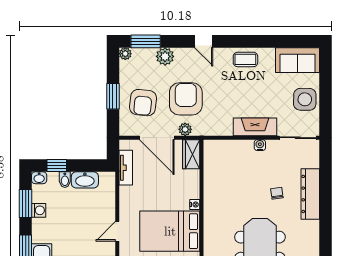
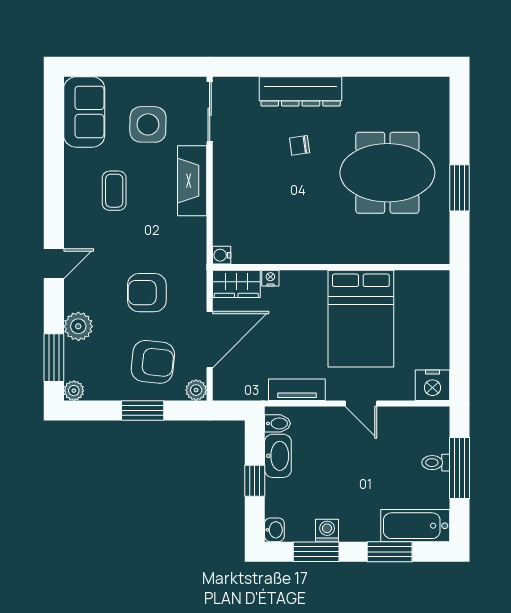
coffee table: (245, 59) -> (114, 191), moved
armchair: (186, 99) -> (147, 293), width x0.73, depth x0.73
side table: (305, 99) -> (148, 124), moved
plant: (185, 129) -> (196, 390), moved
water cooler: (260, 145) -> (222, 255), moved
window: (57, 166) -> (255, 481), moved
tv unit: (126, 168) -> (297, 390), moved
bidet: (65, 180) -> (277, 423), moved
nightstand: (195, 205) -> (270, 278), moved

